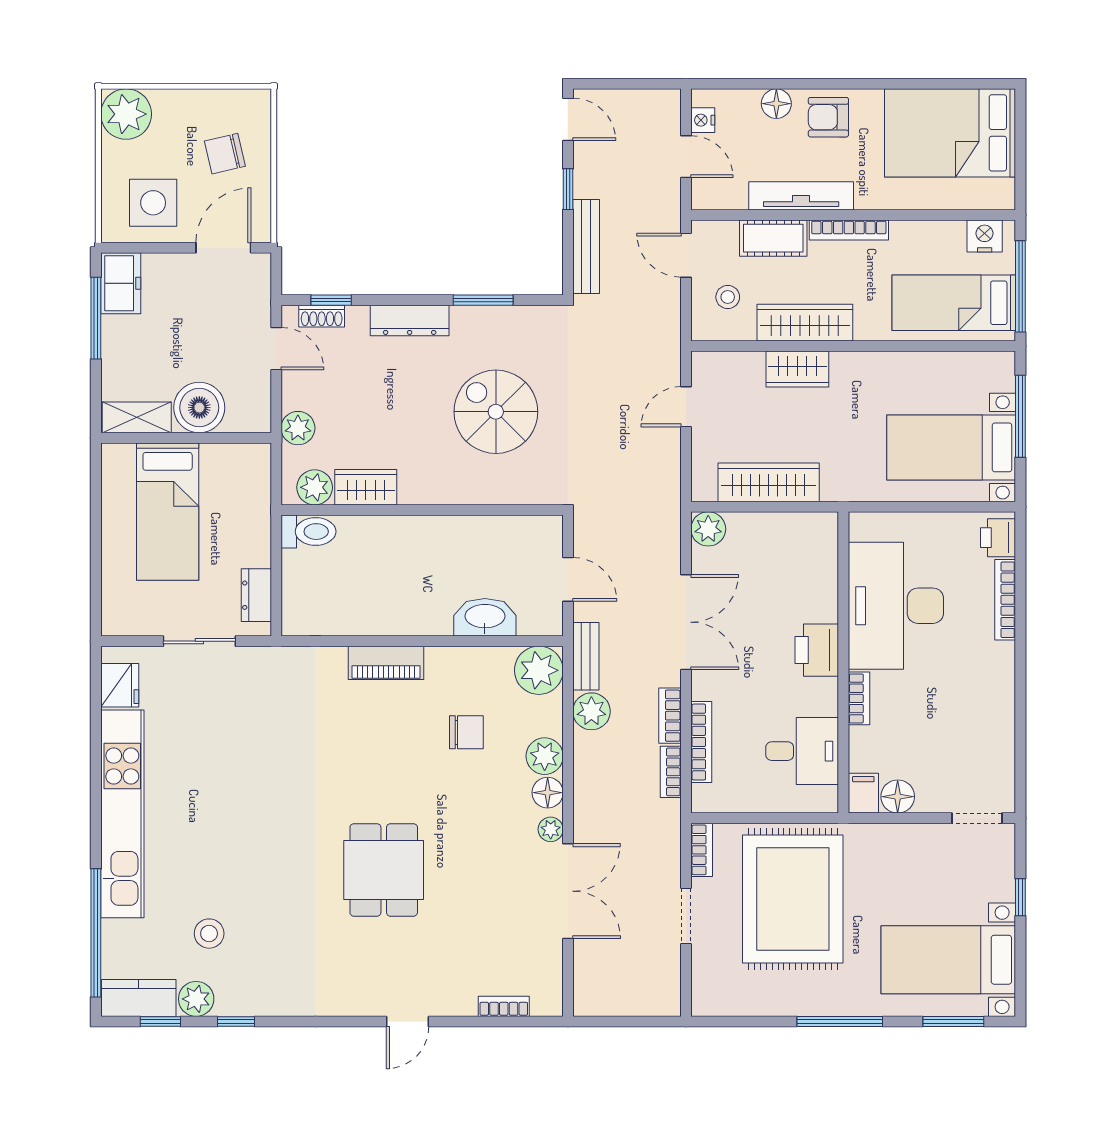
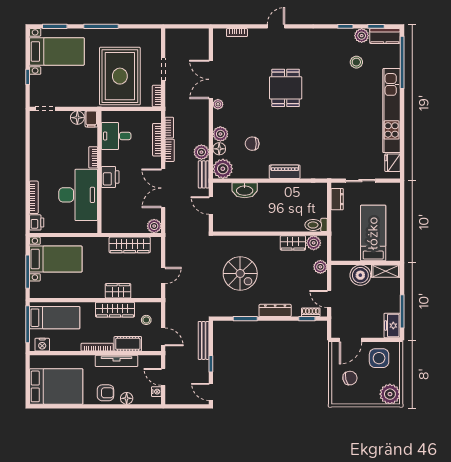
floor lamp: (548, 793) -> (219, 149), moved

